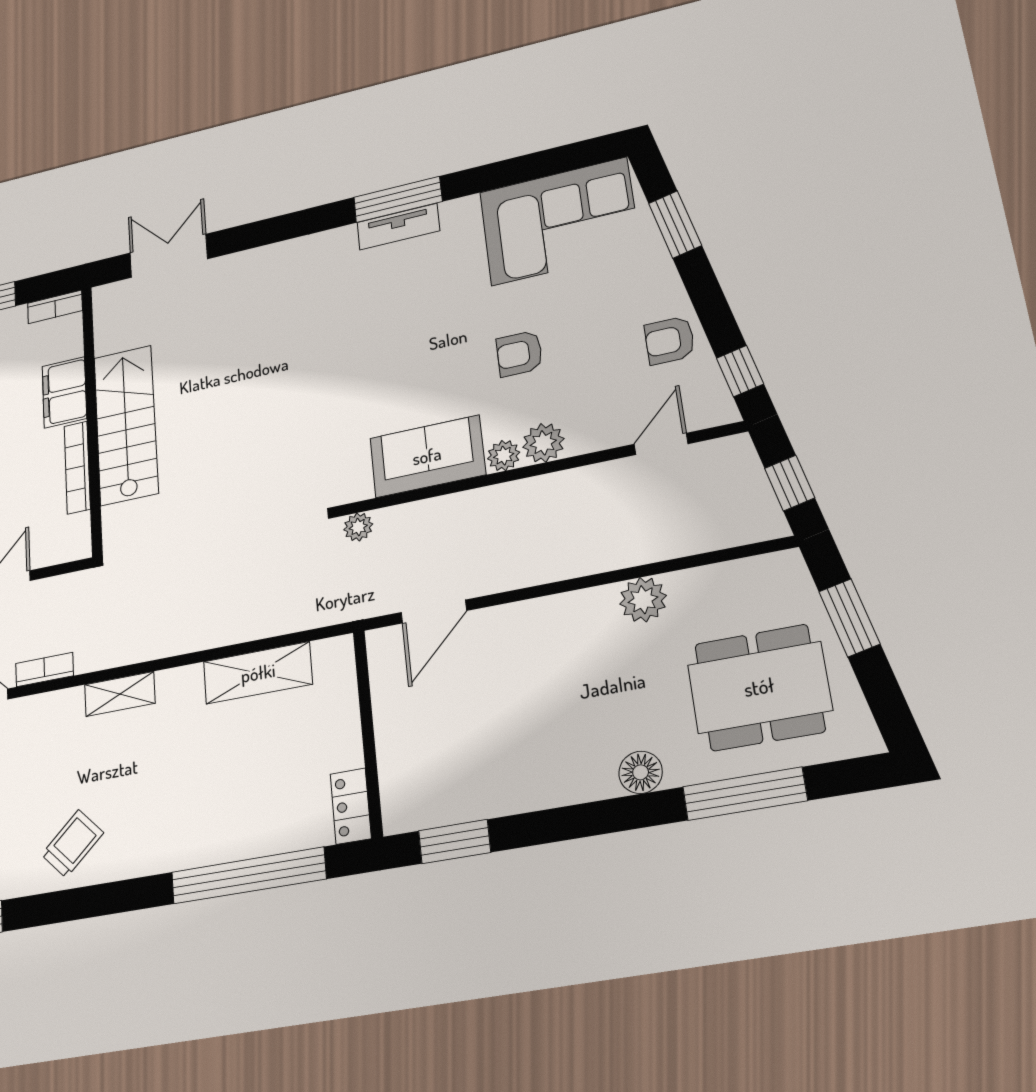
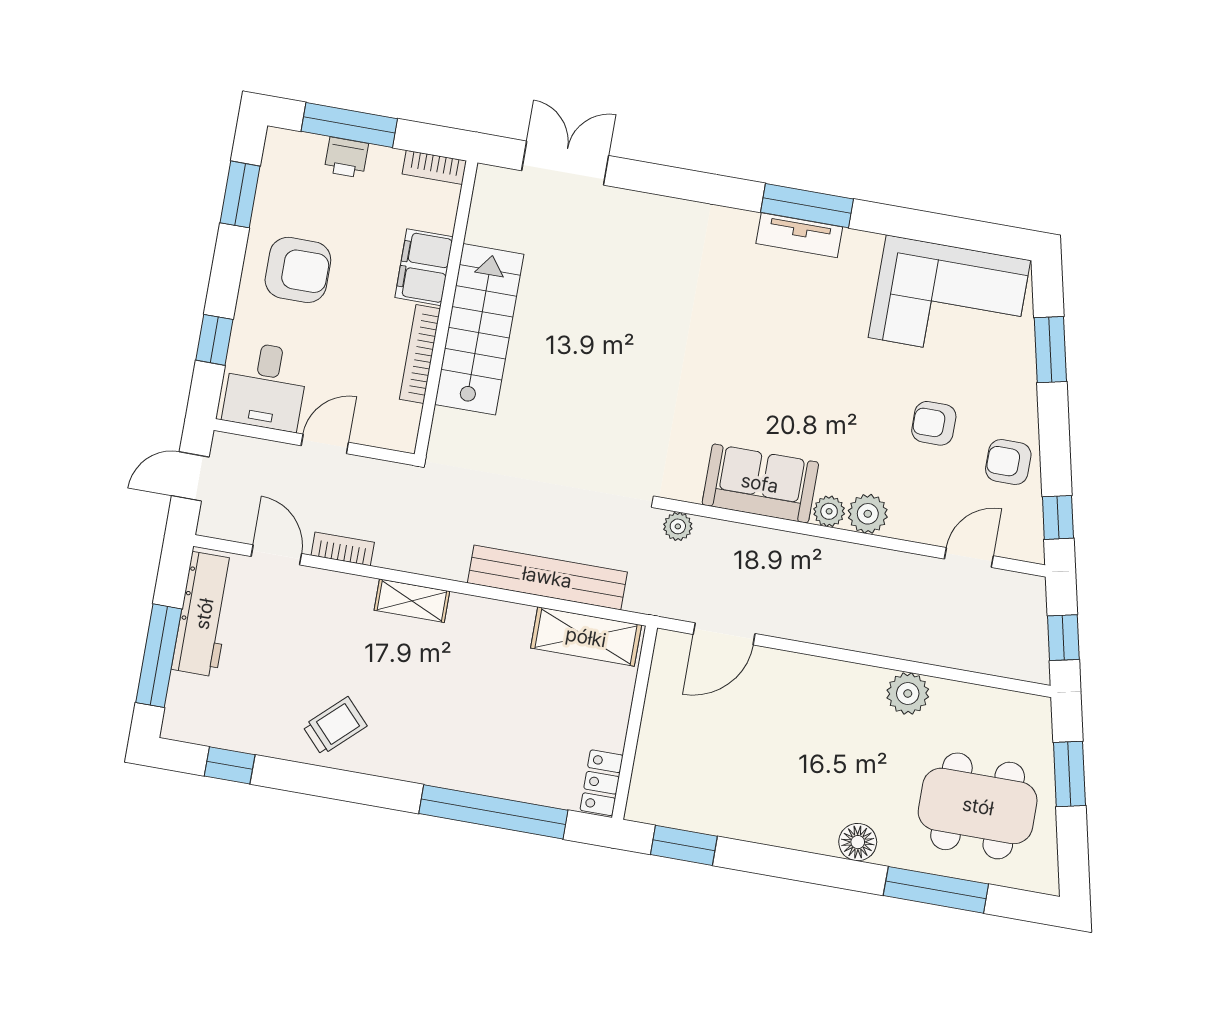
armchair: (519, 354) -> (934, 423), moved
bench: (244, 623) -> (547, 577), added
shelving: (258, 673) -> (586, 637), moved

